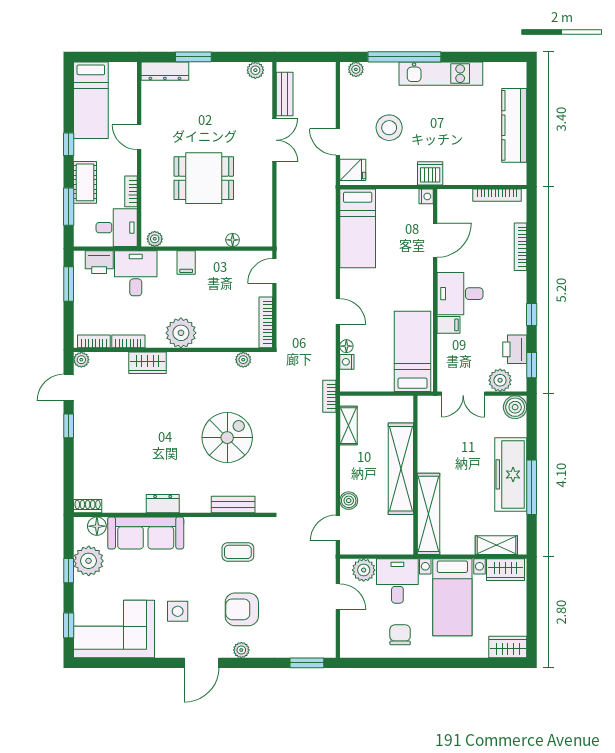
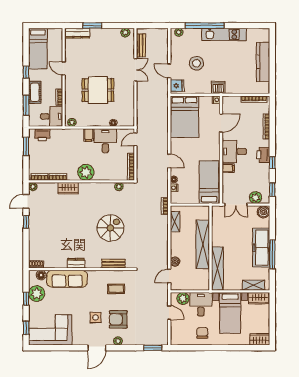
bed: (358, 228) -> (184, 117), width x1.50
desk: (136, 273) -> (105, 141), moved
printer: (515, 349) -> (263, 155), moved
side table: (178, 611) -> (96, 317), moved

